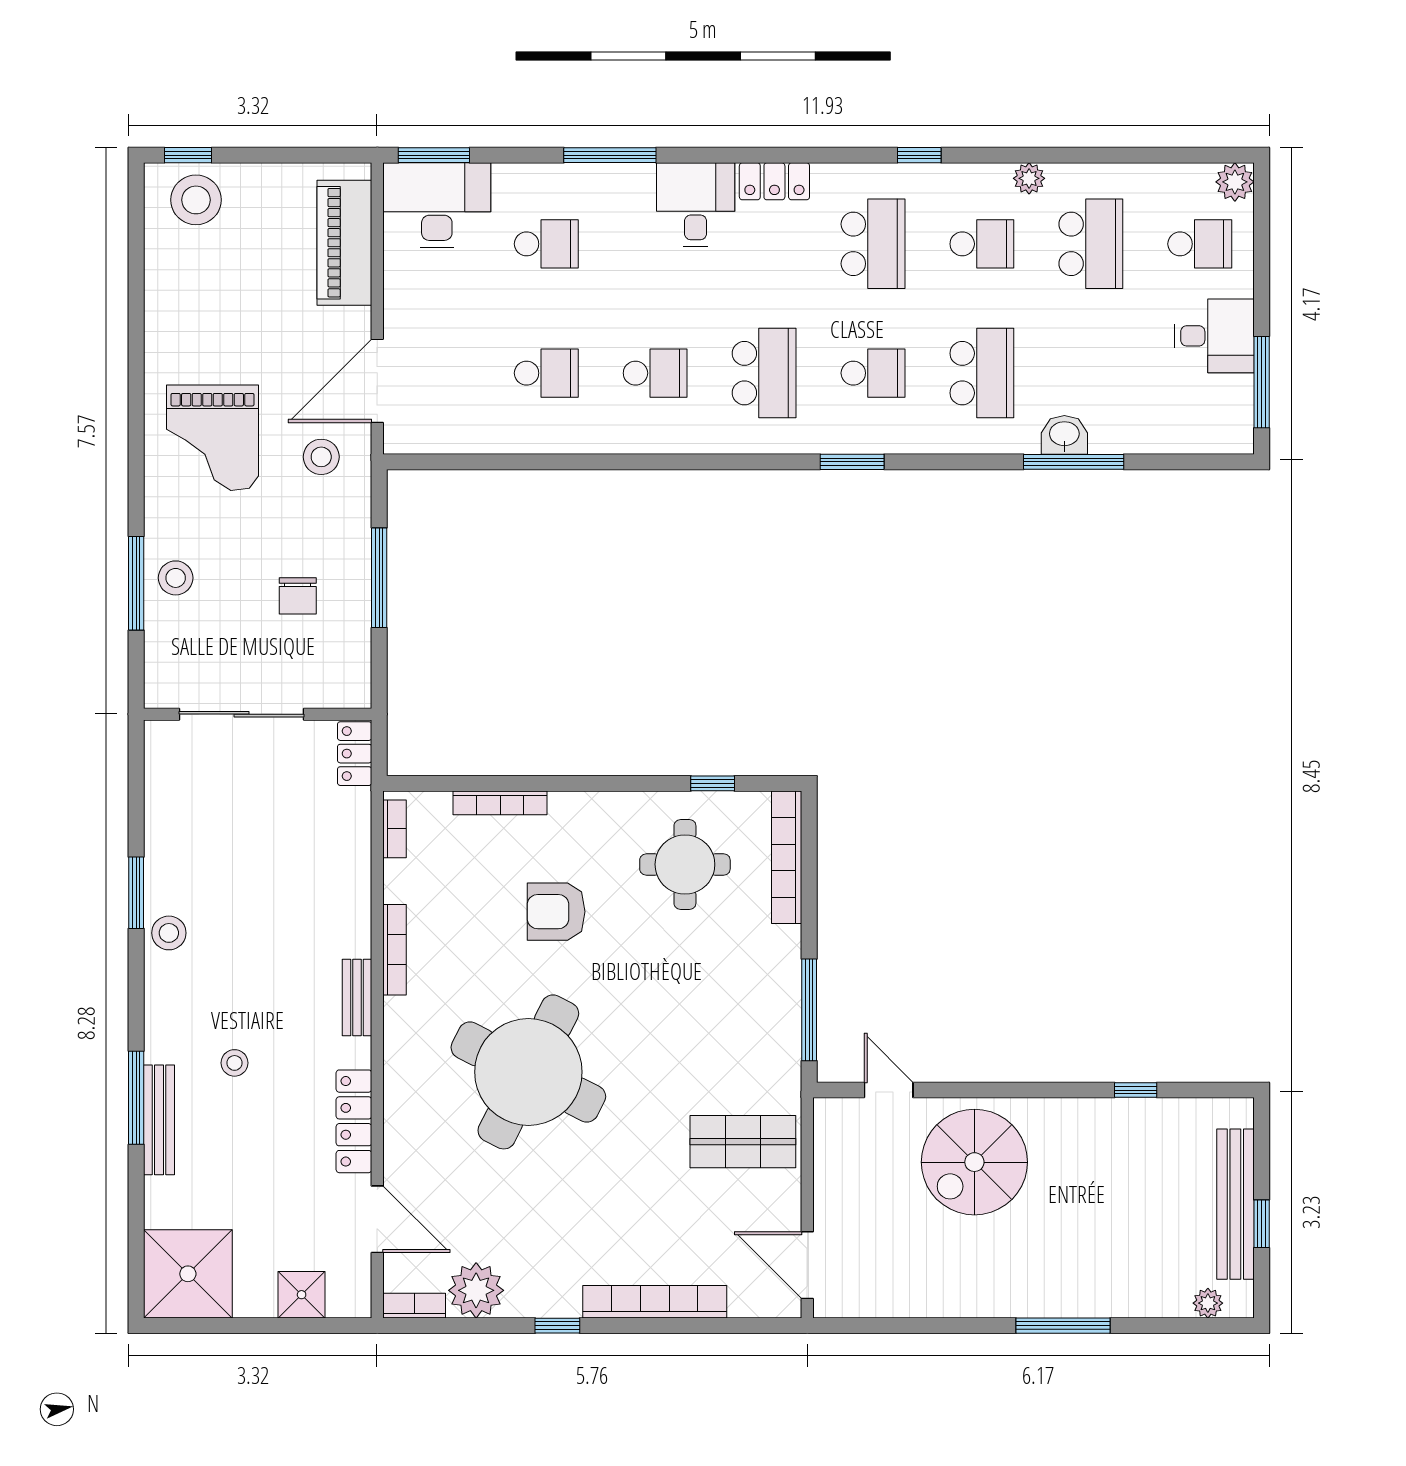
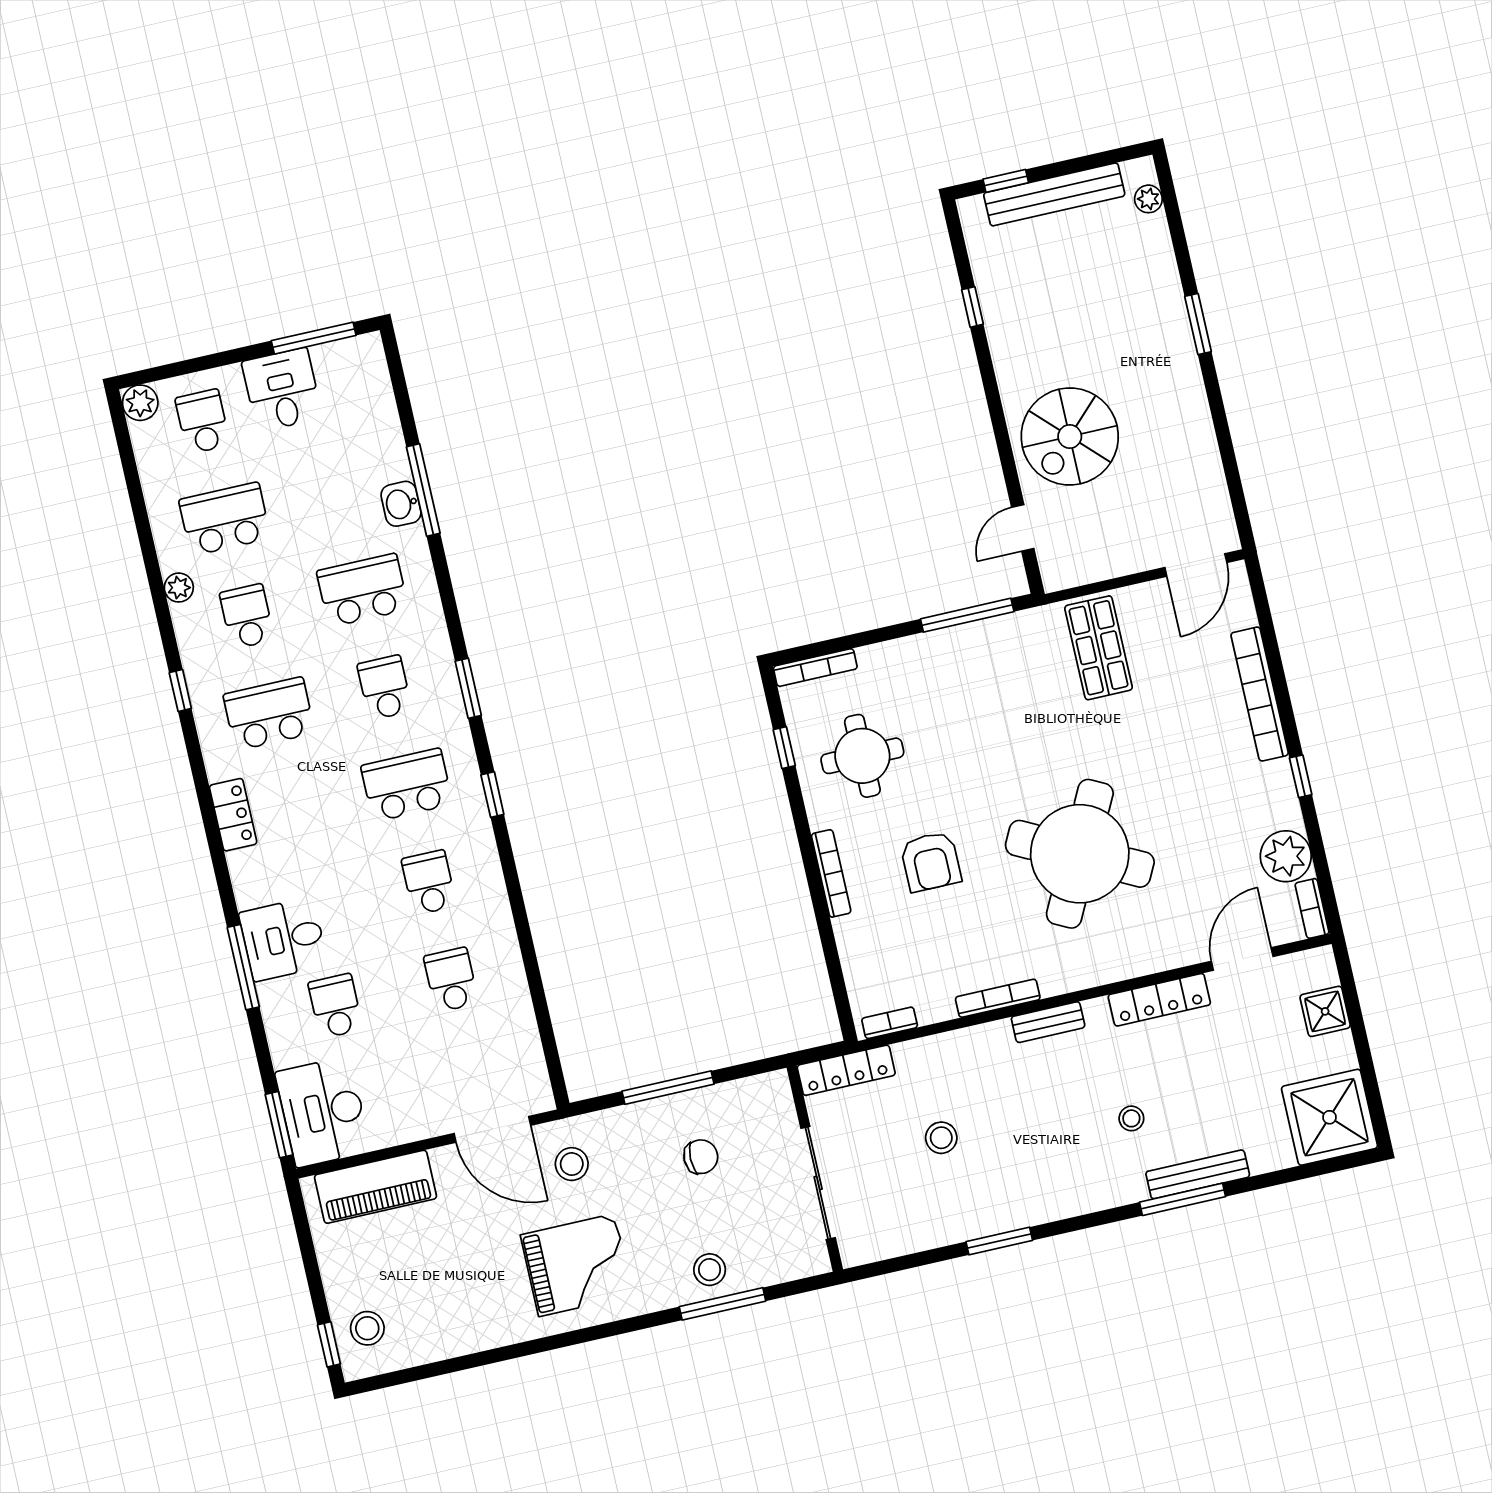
stool: (196, 200) -> (367, 1328), width x0.73, depth x0.73
desk: (696, 205) -> (283, 939), moved
window: (733, 462) -> (492, 795), added
locker: (355, 754) -> (846, 1070), width x1.53
bookcase: (500, 803) -> (831, 873), moved
bookcase: (787, 857) -> (815, 668), width x0.68, depth x0.76
stool: (169, 933) -> (941, 1138), moved
spiral stairs: (974, 1162) -> (1070, 436), turned 90
window: (1262, 1224) -> (1006, 181), moved
window: (1063, 1326) -> (1198, 324), width x0.69

